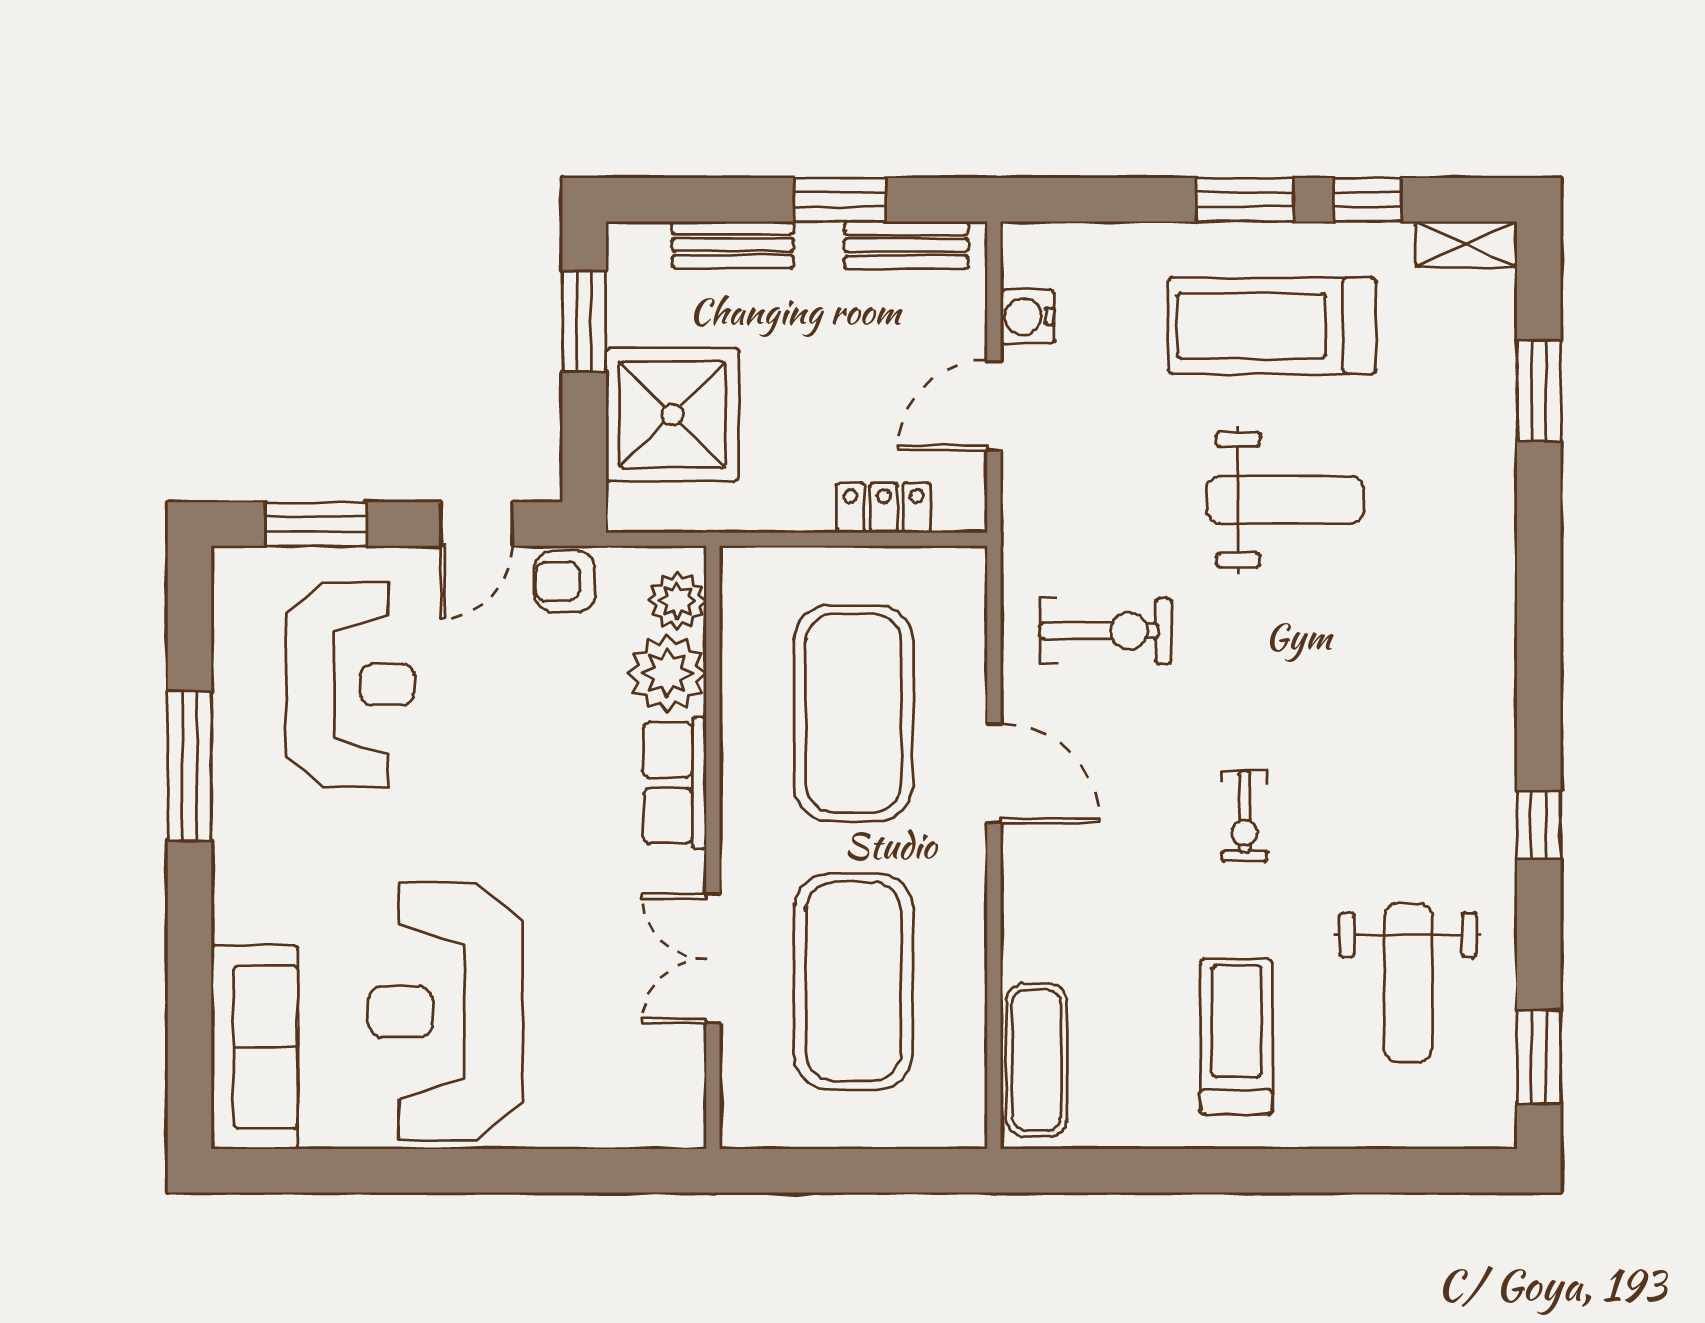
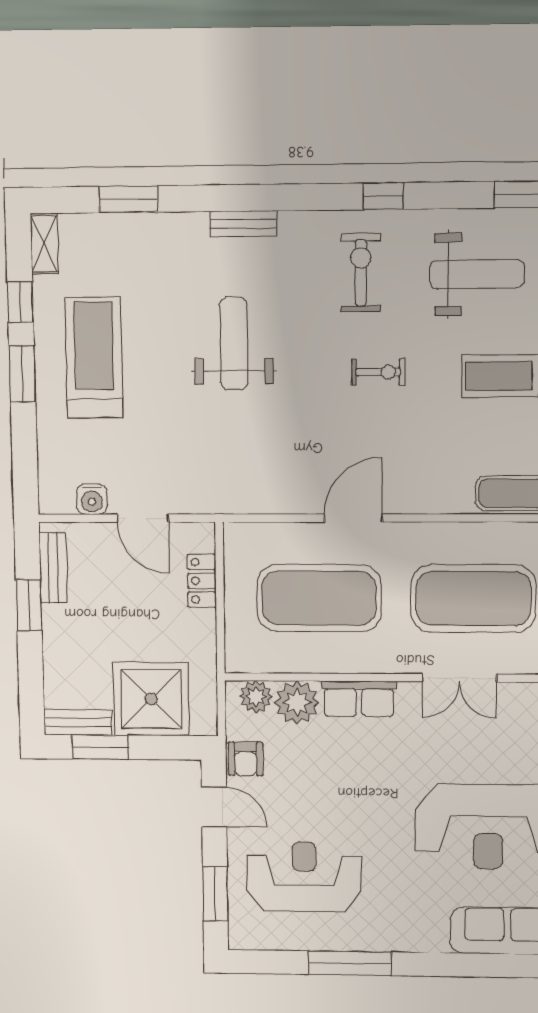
bench: (733, 245) -> (78, 722), moved, turned 90
treadmill: (1272, 326) -> (94, 358), turned 180
weight bench: (1285, 500) -> (234, 343), moved
bench: (1496, 587) -> (243, 224), added
exercise bike: (1106, 631) -> (361, 273), moved

